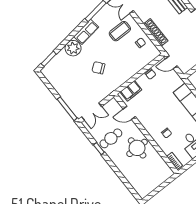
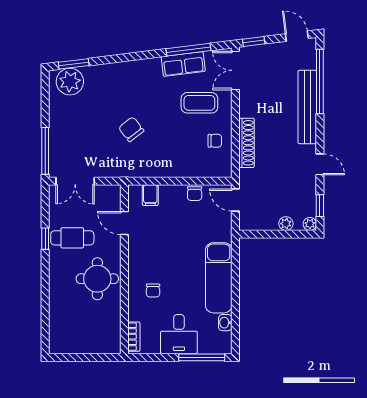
row of seats: (86, 32) -> (183, 64), moved
plant: (73, 48) -> (70, 82), moved
filing cabinet: (131, 91) -> (150, 195), width x0.50

